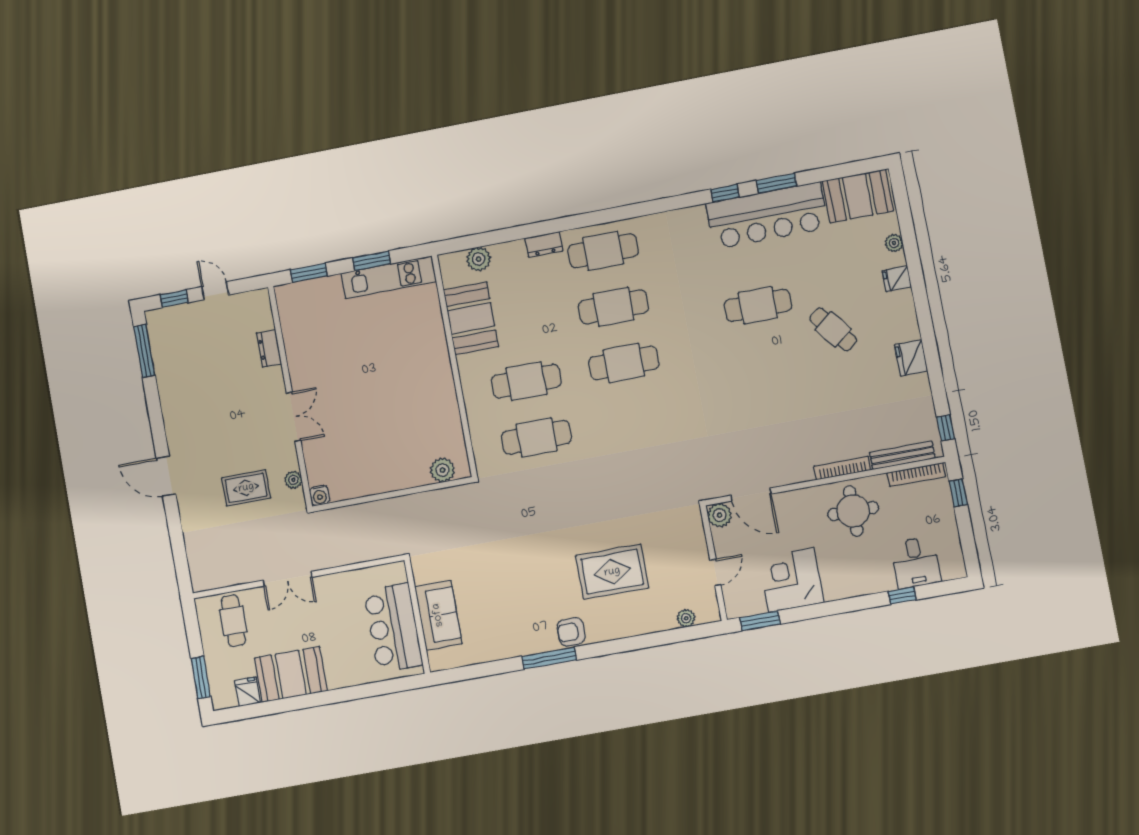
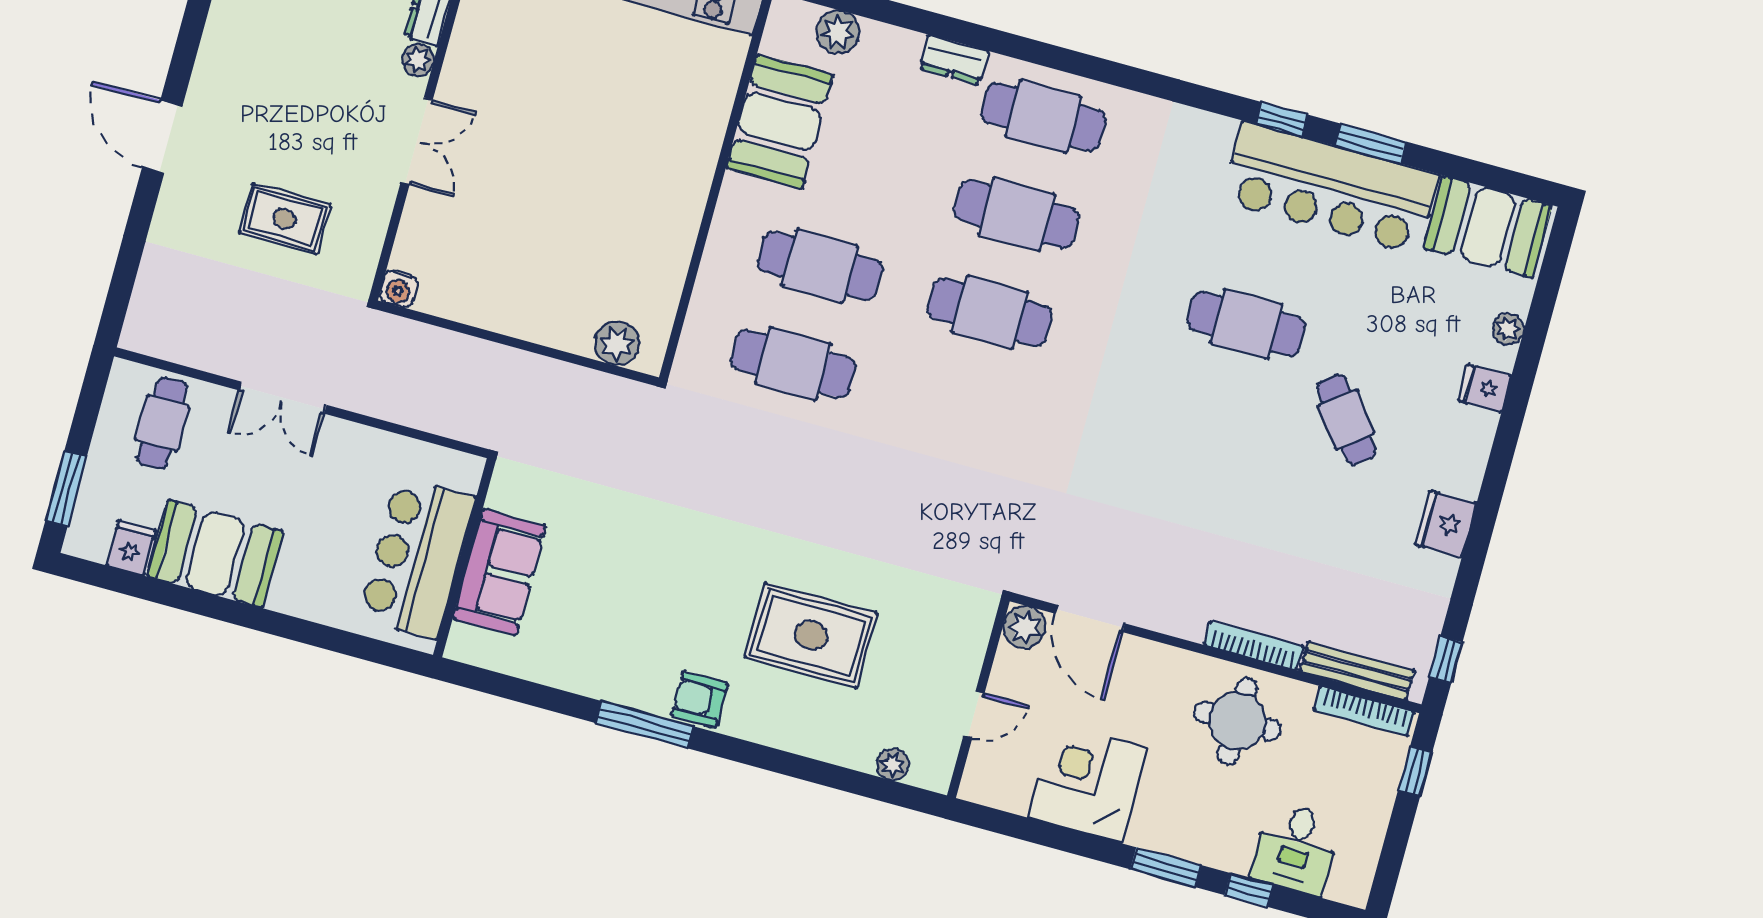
plant: (293, 480) -> (418, 60), moved
window: (760, 621) -> (1166, 867), moved

